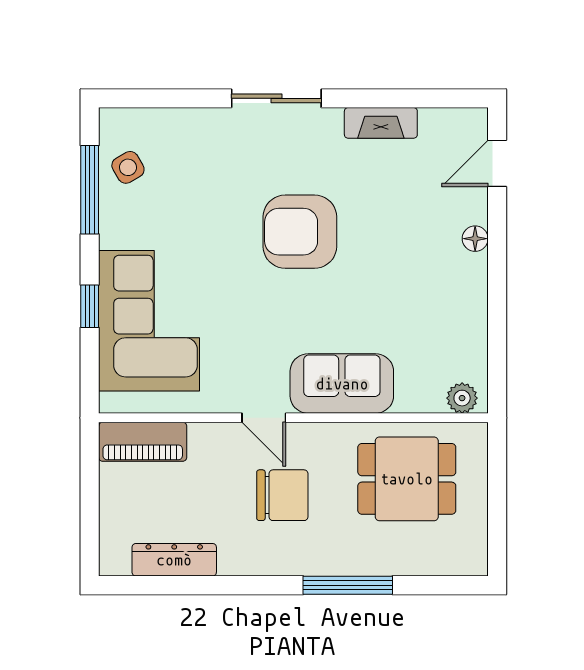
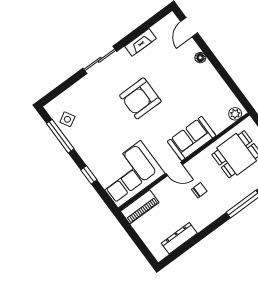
corner sofa: (149, 321) -> (129, 174), moved, turned -90
chair: (282, 495) -> (199, 190), width x0.54, depth x0.54

